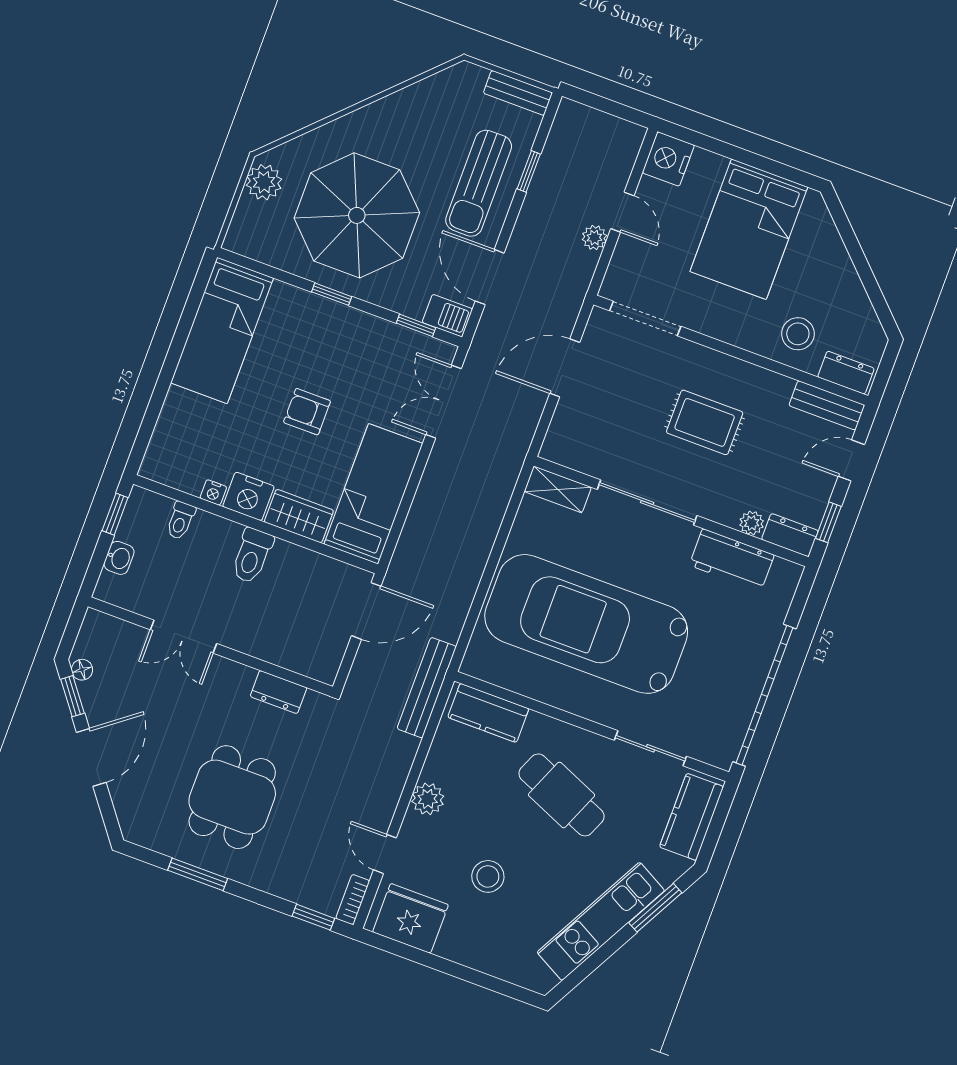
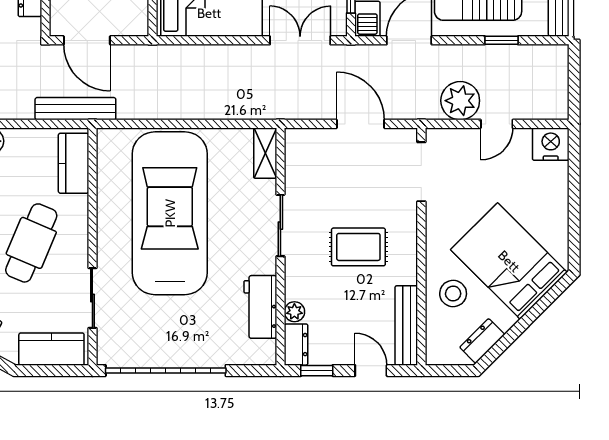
bed: (749, 229) -> (509, 261), moved, turned 45
plant: (594, 238) -> (460, 101), width x1.87, depth x1.87
dresser: (846, 373) -> (482, 341), moved, turned -135
bench: (827, 405) -> (406, 325), width x1.36
rug: (705, 422) -> (358, 247), turned 90
sliding door: (647, 503) -> (280, 226), width x0.73
door: (366, 611) -> (87, 40), moved

